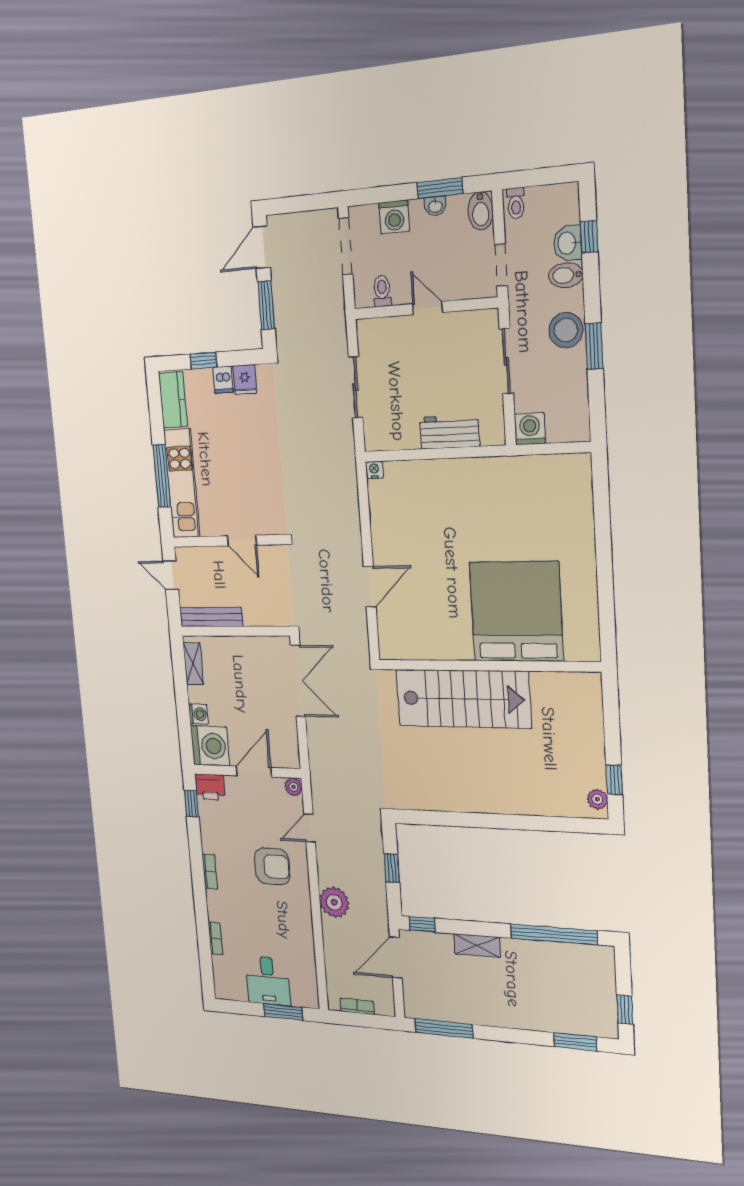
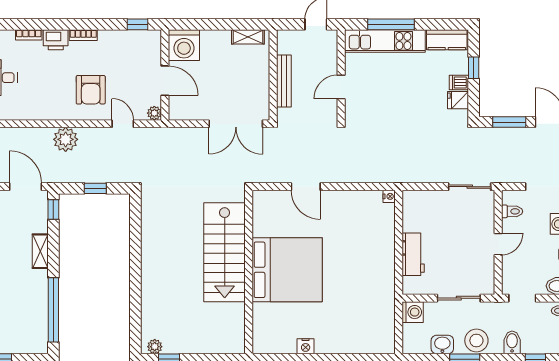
washbasin: (568, 243) -> (442, 345), moved
sliding door: (356, 387) -> (470, 187), moved
nightstand: (587, 585) -> (306, 346), added
bed: (516, 612) -> (287, 270), moved
bench: (211, 617) -> (284, 81), moved
washing machine: (198, 714) -> (209, 37), removed
printer: (210, 787) -> (56, 40), moved, turned -90

